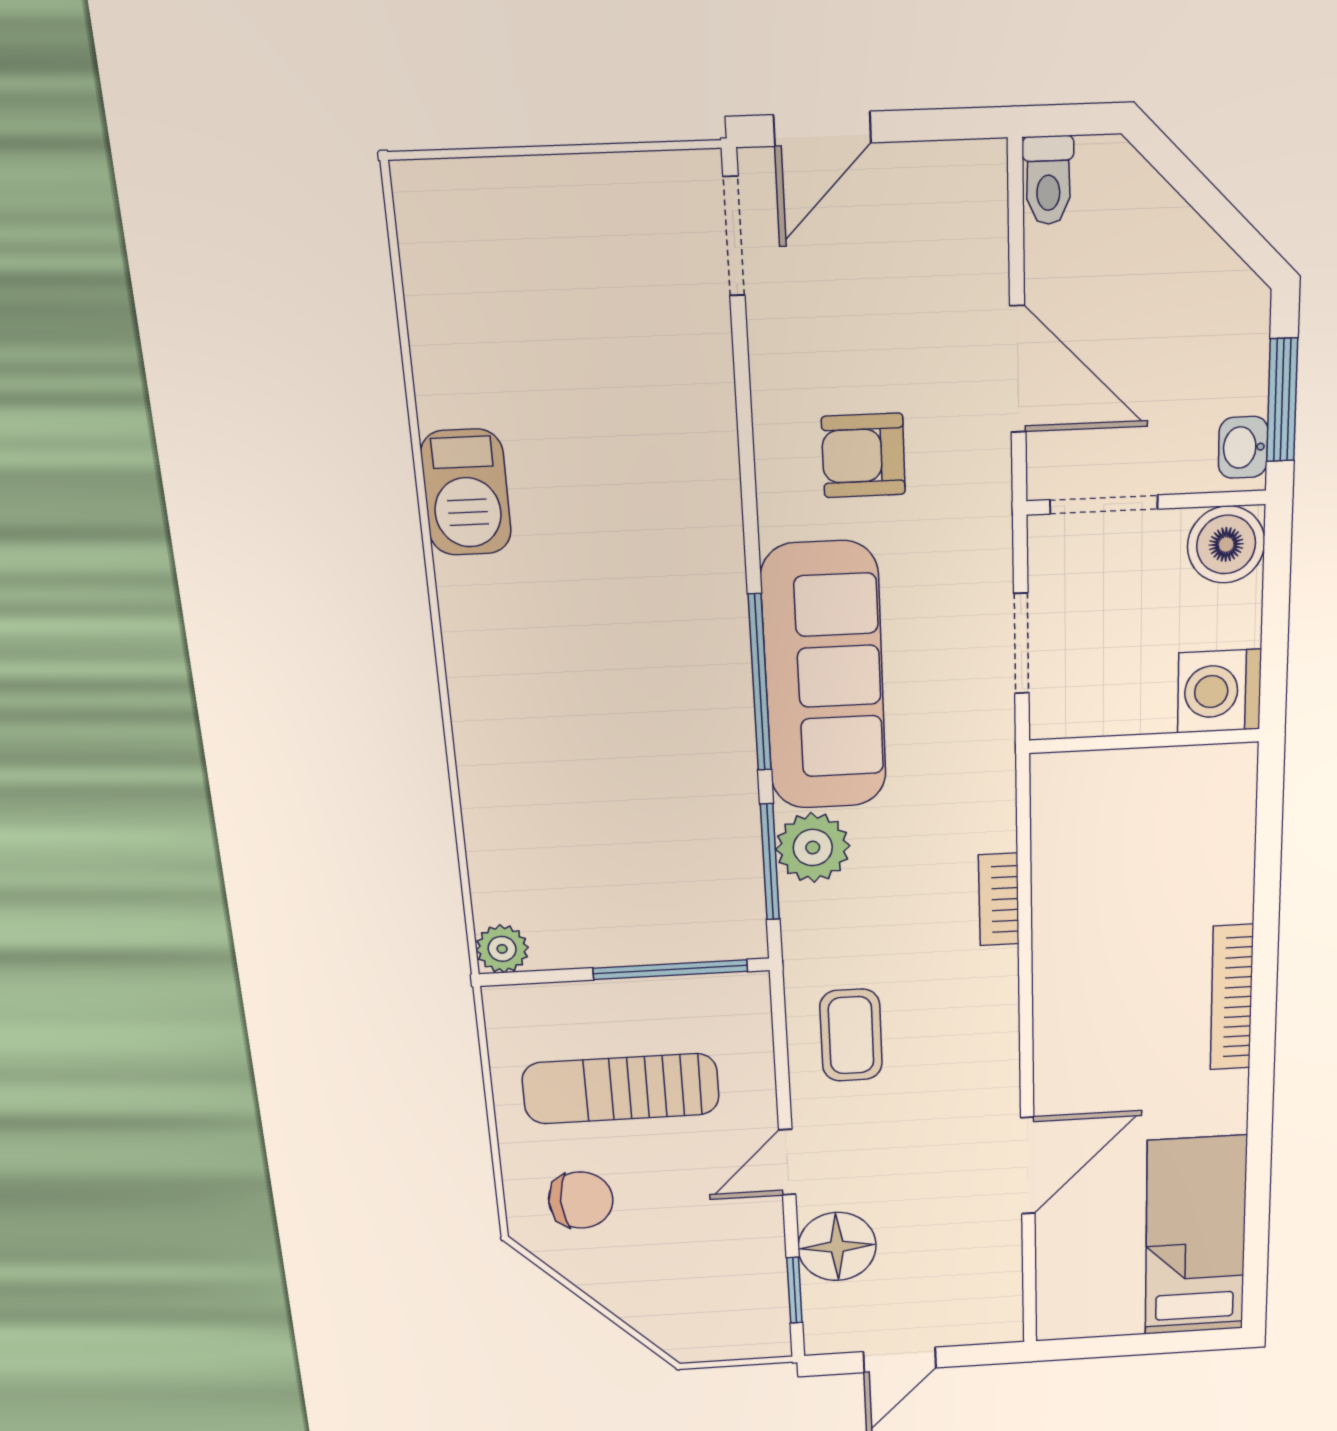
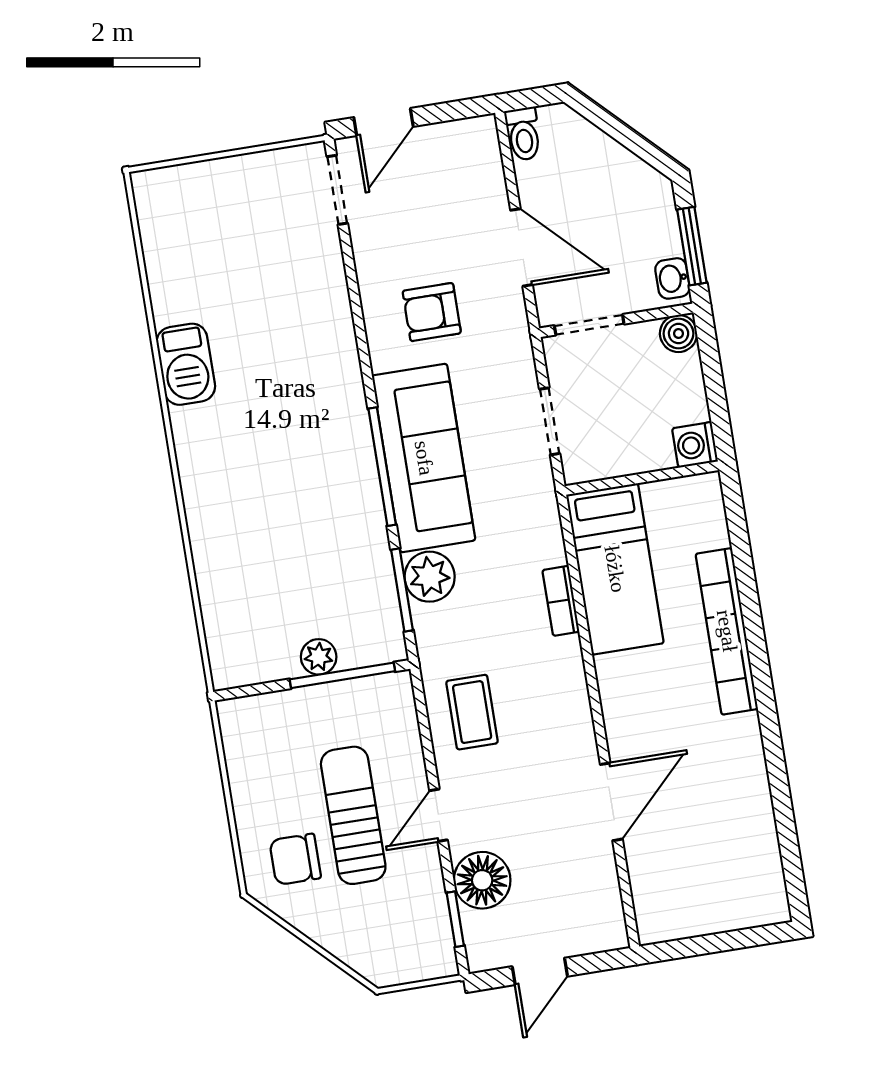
boiler: (1226, 544) -> (679, 333), width x0.73, depth x0.73
washing machine: (1219, 691) -> (695, 445), width x0.73, depth x0.73
plant: (502, 949) -> (319, 657), moved
bookcase: (1232, 998) -> (727, 631), width x1.48, depth x1.31
sun lounger: (621, 1089) -> (353, 815), moved, turned 90
chair: (581, 1200) -> (295, 859), turned 180
bed: (1196, 1236) -> (615, 569), moved, turned 180

